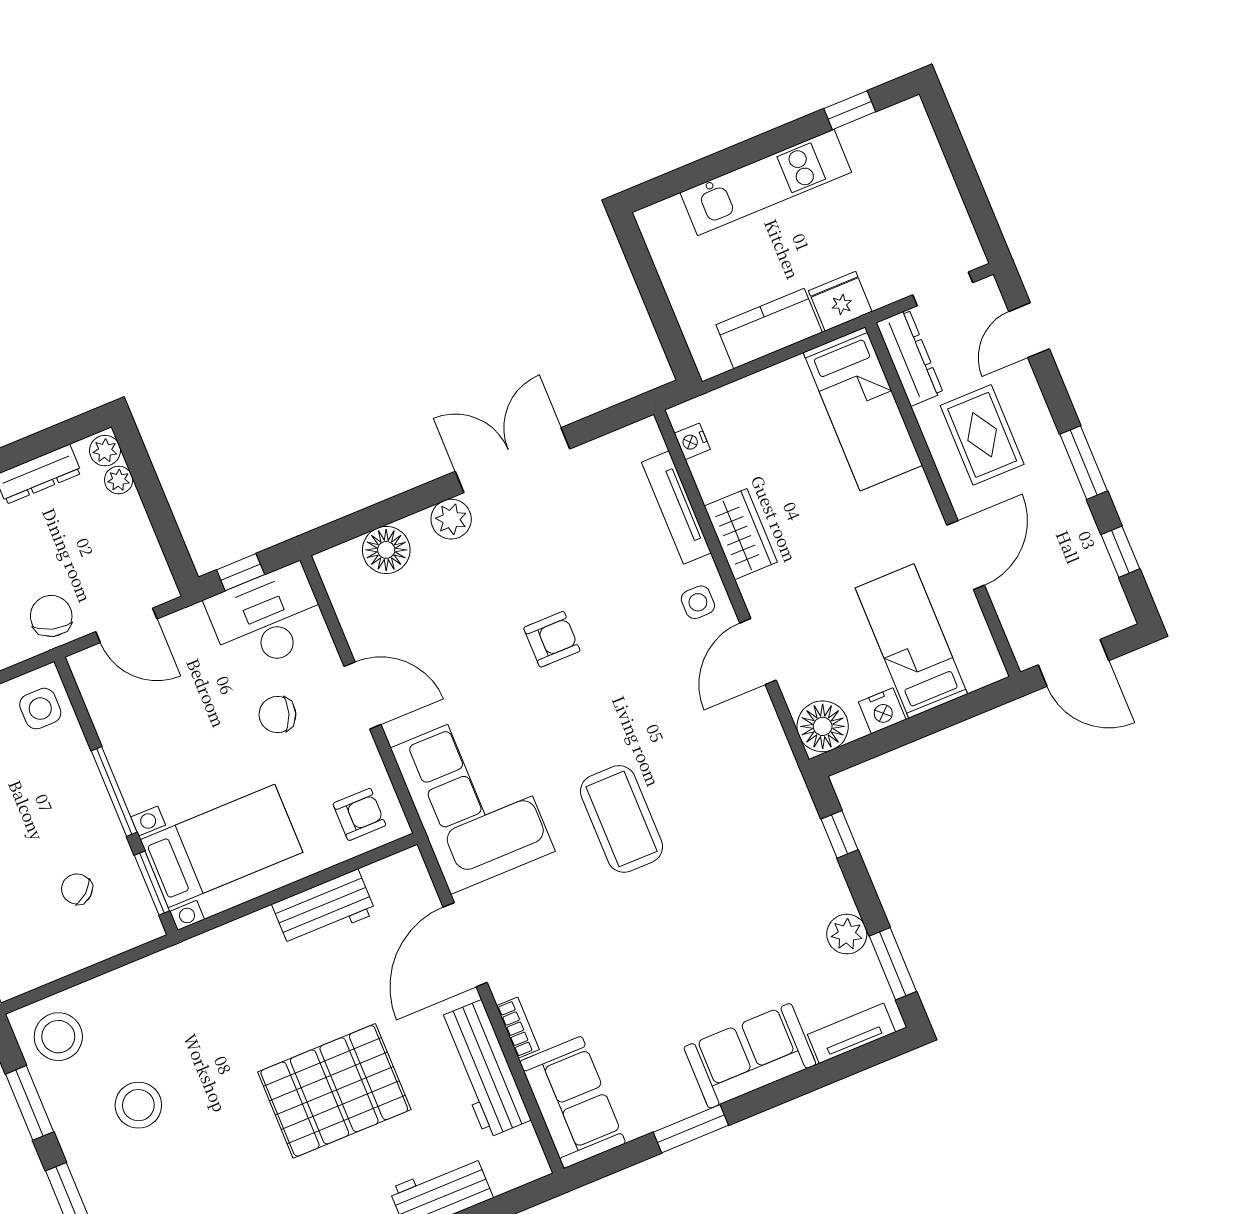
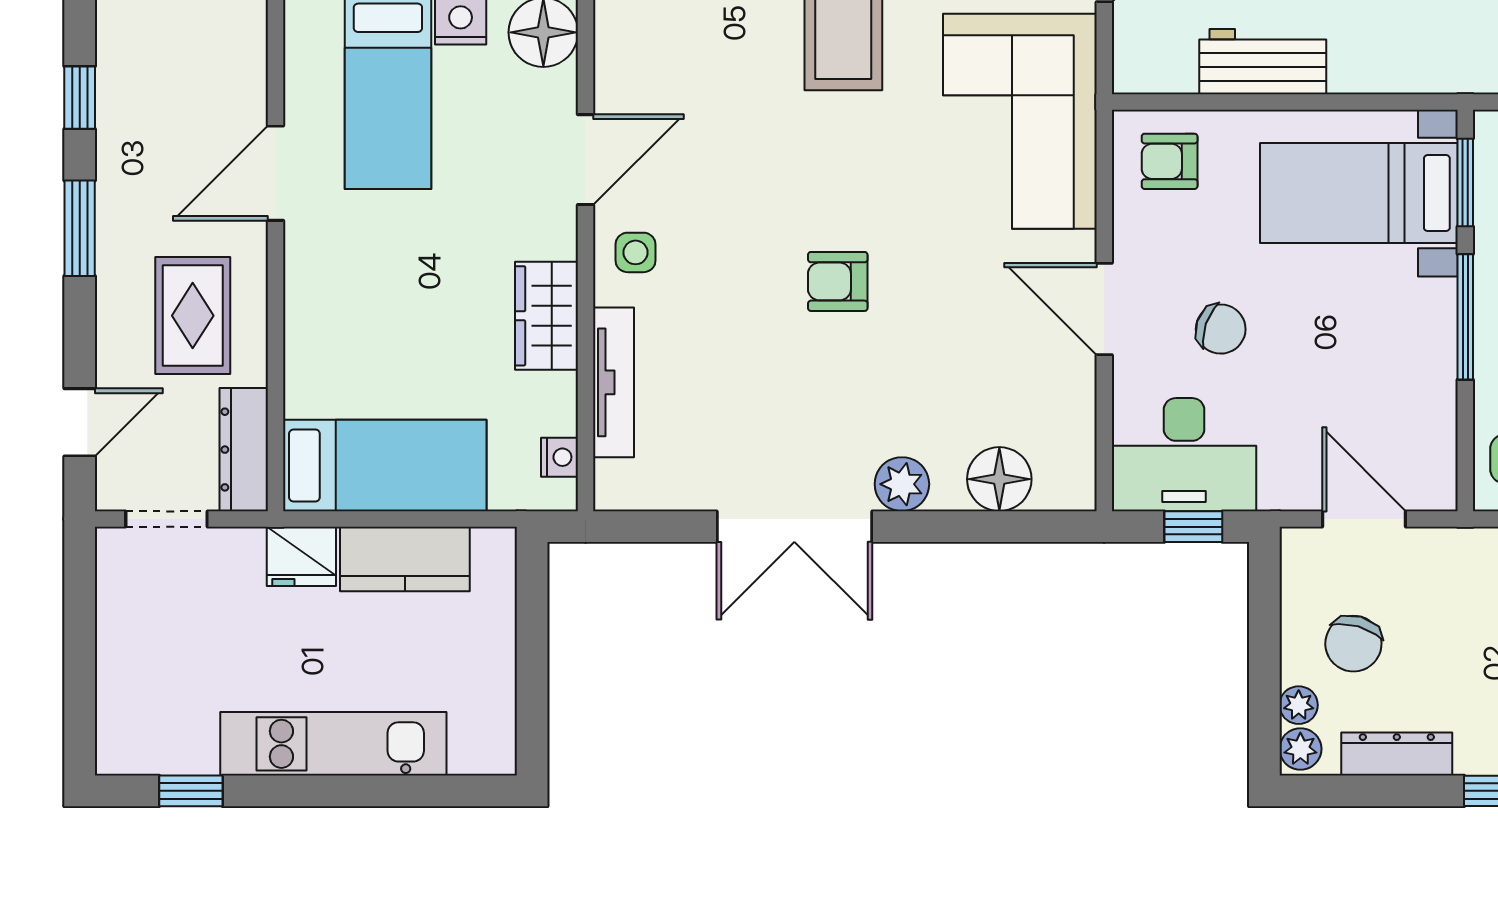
bed: (863, 409) -> (385, 466), moved, turned 90
chair: (51, 616) -> (1353, 644), moved

